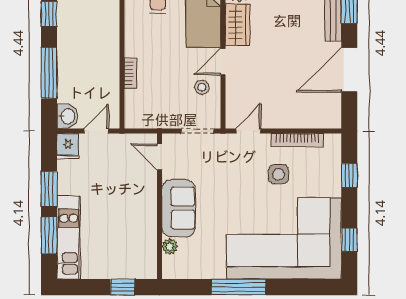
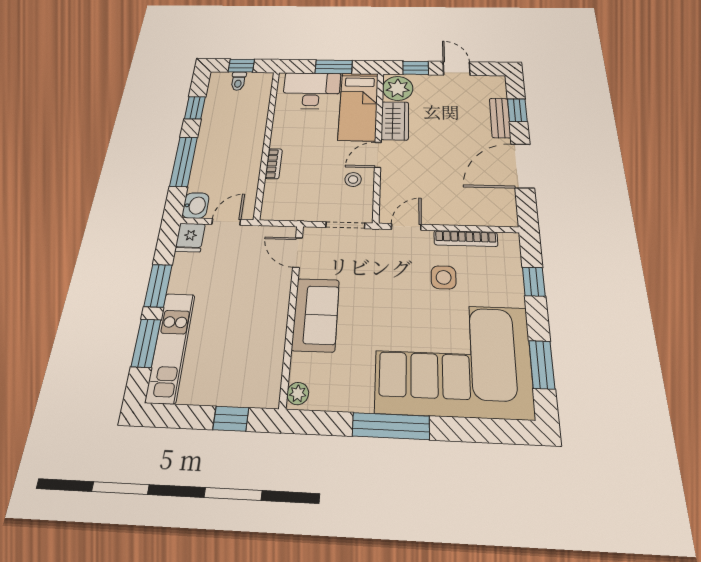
window: (349, 240) -> (542, 365), width x1.50
plant: (170, 246) -> (298, 393), moved

